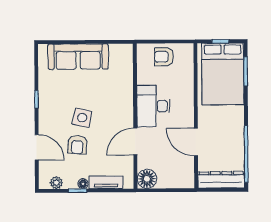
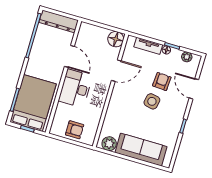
plant: (118, 52) -> (109, 144), added
desk: (153, 106) -> (75, 88), moved, turned 180

